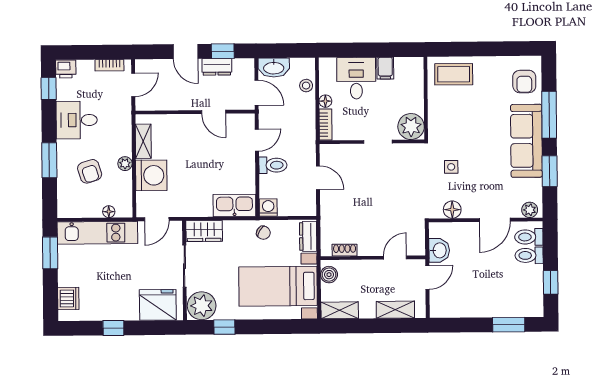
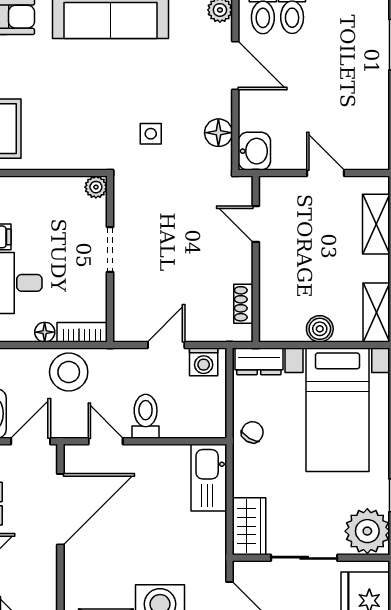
stool: (306, 86) -> (69, 372), moved, width x1.89, depth x1.89
door: (214, 112) -> (60, 509), width x1.87
plant: (411, 127) -> (96, 187), width x0.53, depth x0.53
washing machine: (268, 207) -> (204, 362), moved, turned -90
shoe rack: (345, 250) -> (243, 304), moved
washbasin: (439, 250) -> (254, 151), moved, turned 90
door: (395, 257) -> (256, 224), moved
wall: (373, 258) -> (256, 259), moved

